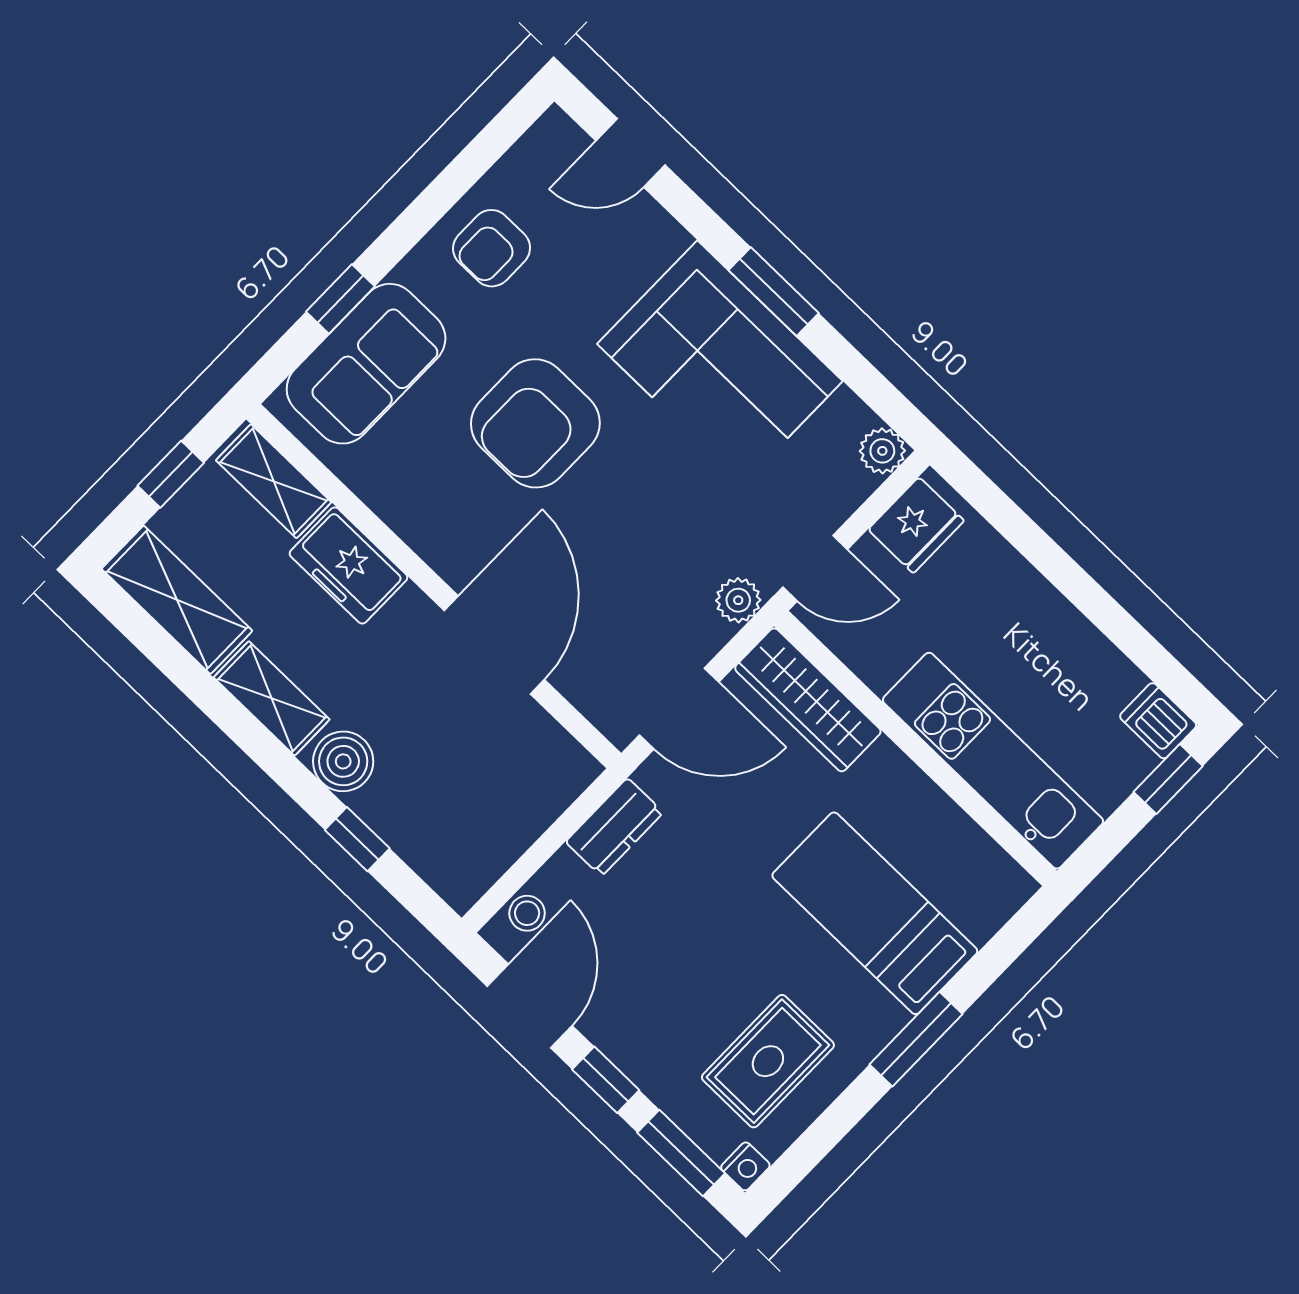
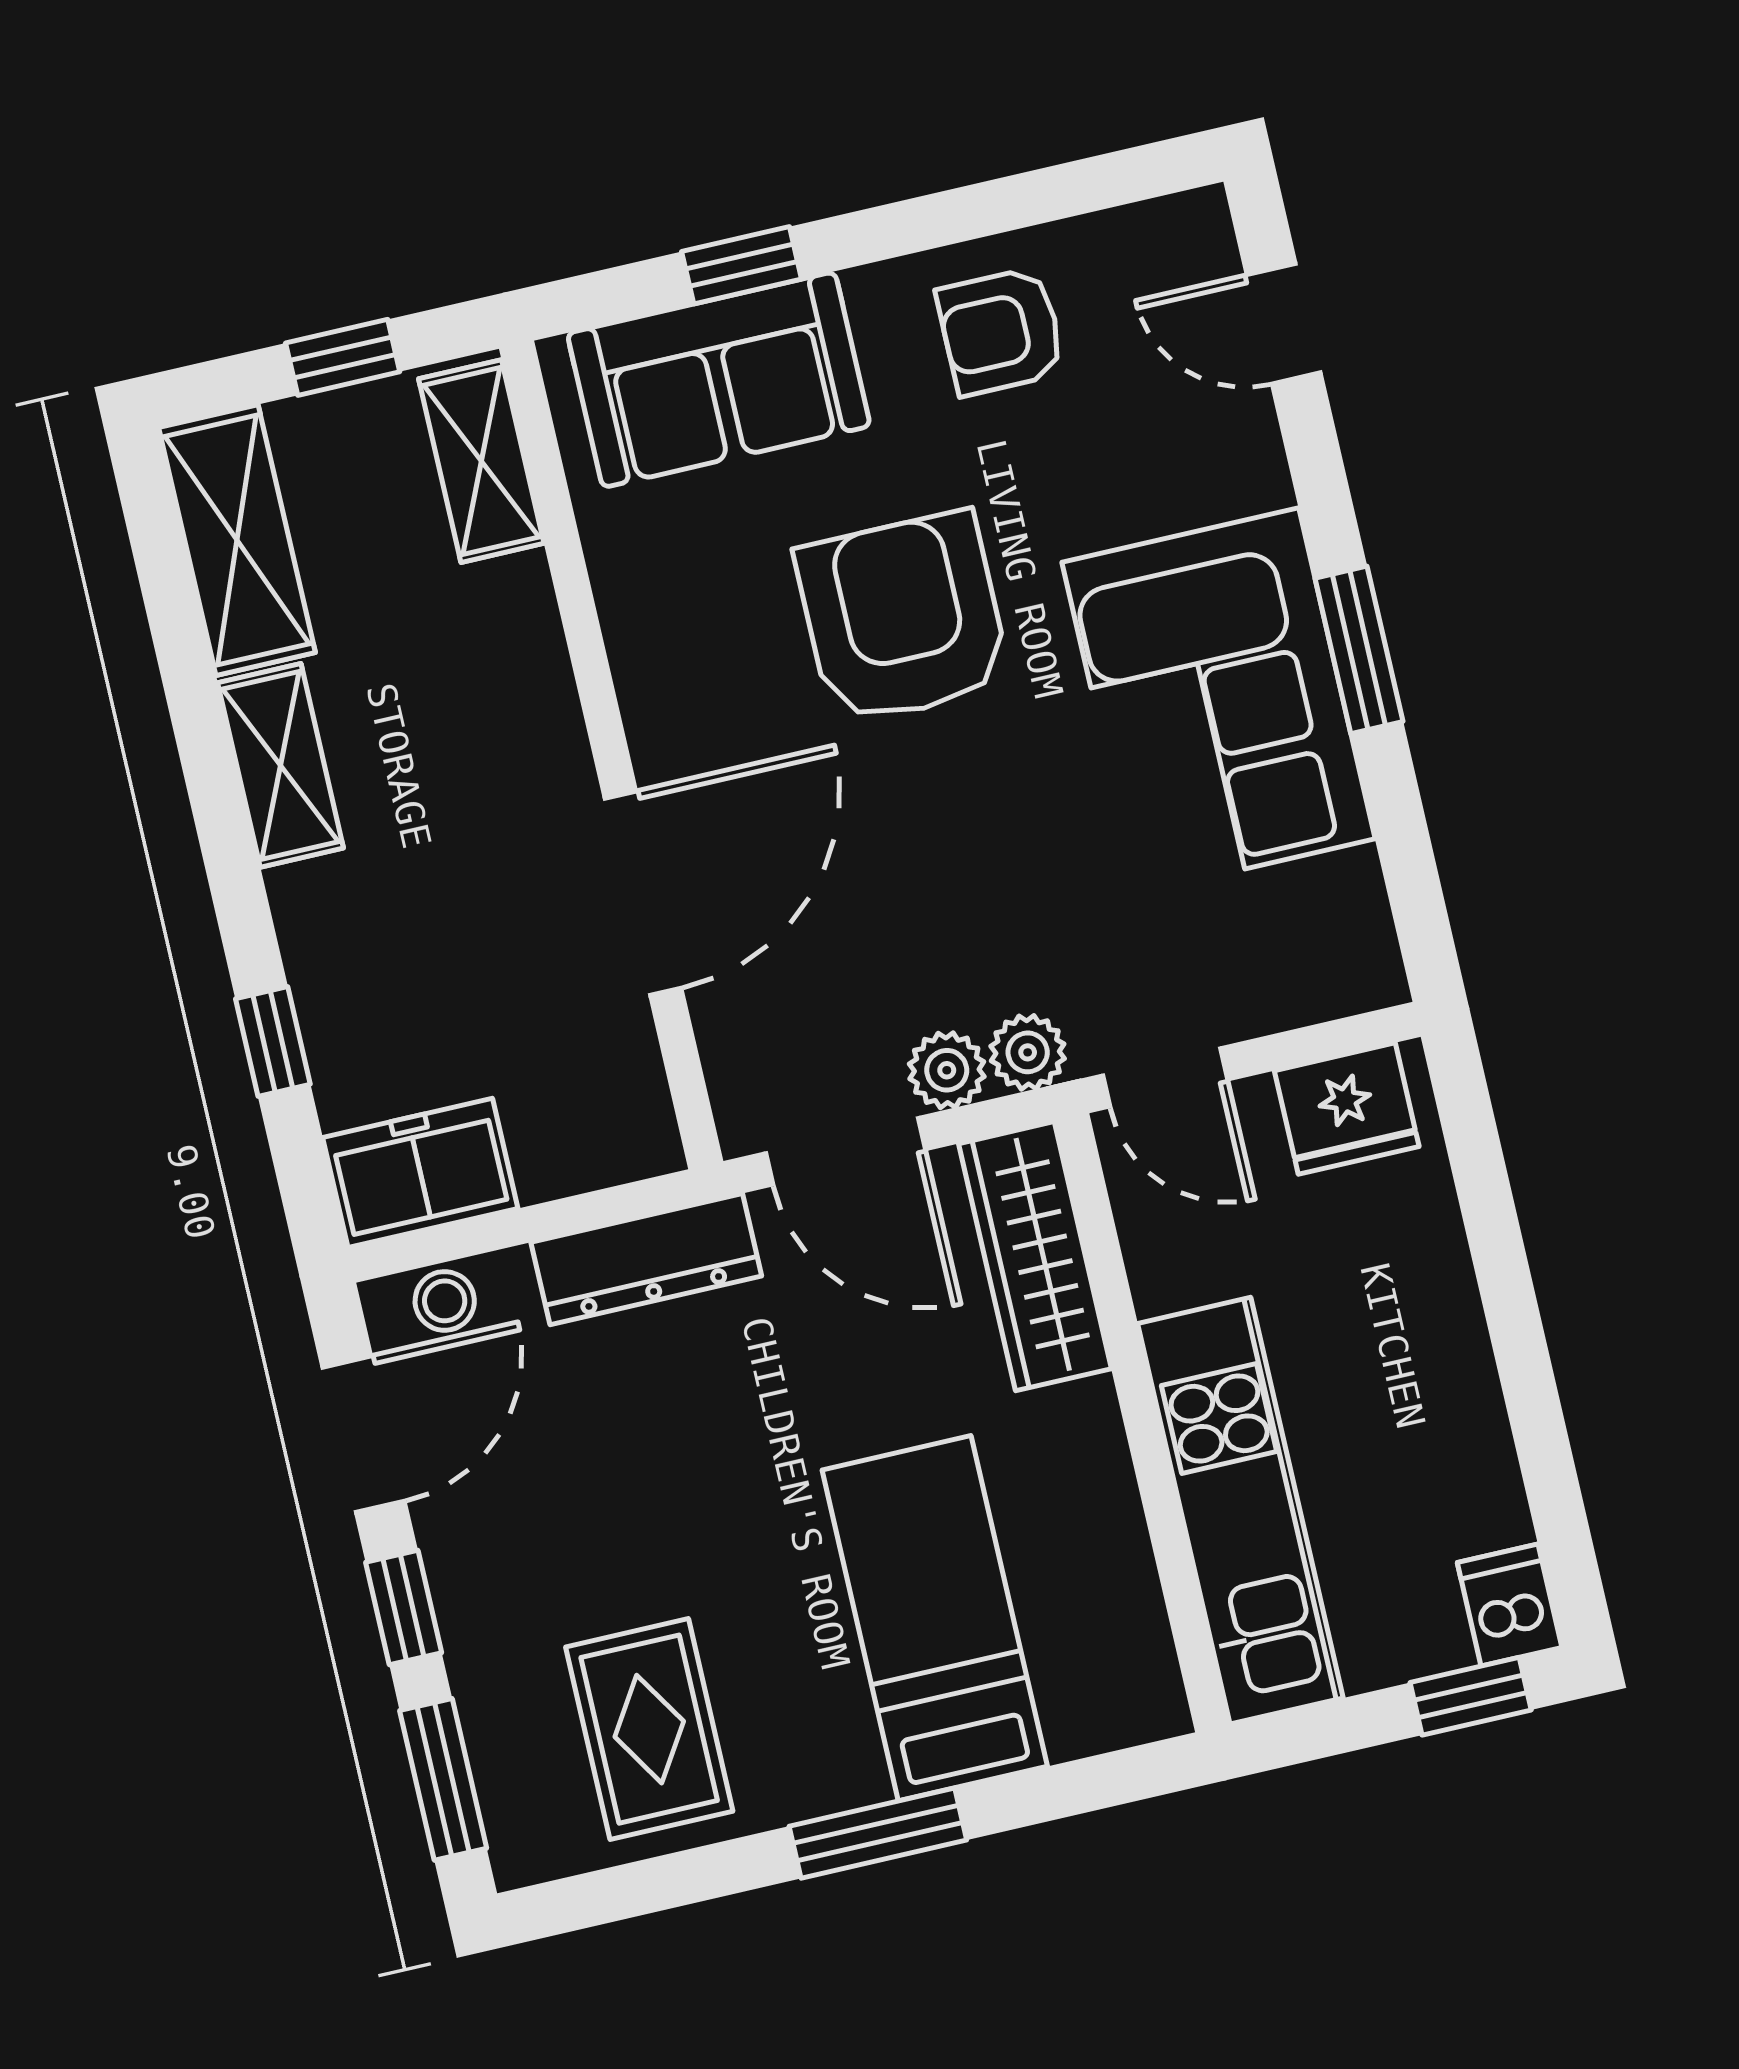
armchair: (535, 423) -> (903, 618), turned 90
plant: (882, 451) -> (947, 1070), moved
freezer: (348, 565) -> (420, 1173), moved, turned 90
boiler: (343, 761) -> (324, 919), removed
dresser: (614, 827) -> (646, 1259), width x1.44
rug: (768, 1061) -> (649, 1729), turned 90
nightstand: (745, 1166) -> (521, 1857), removed

